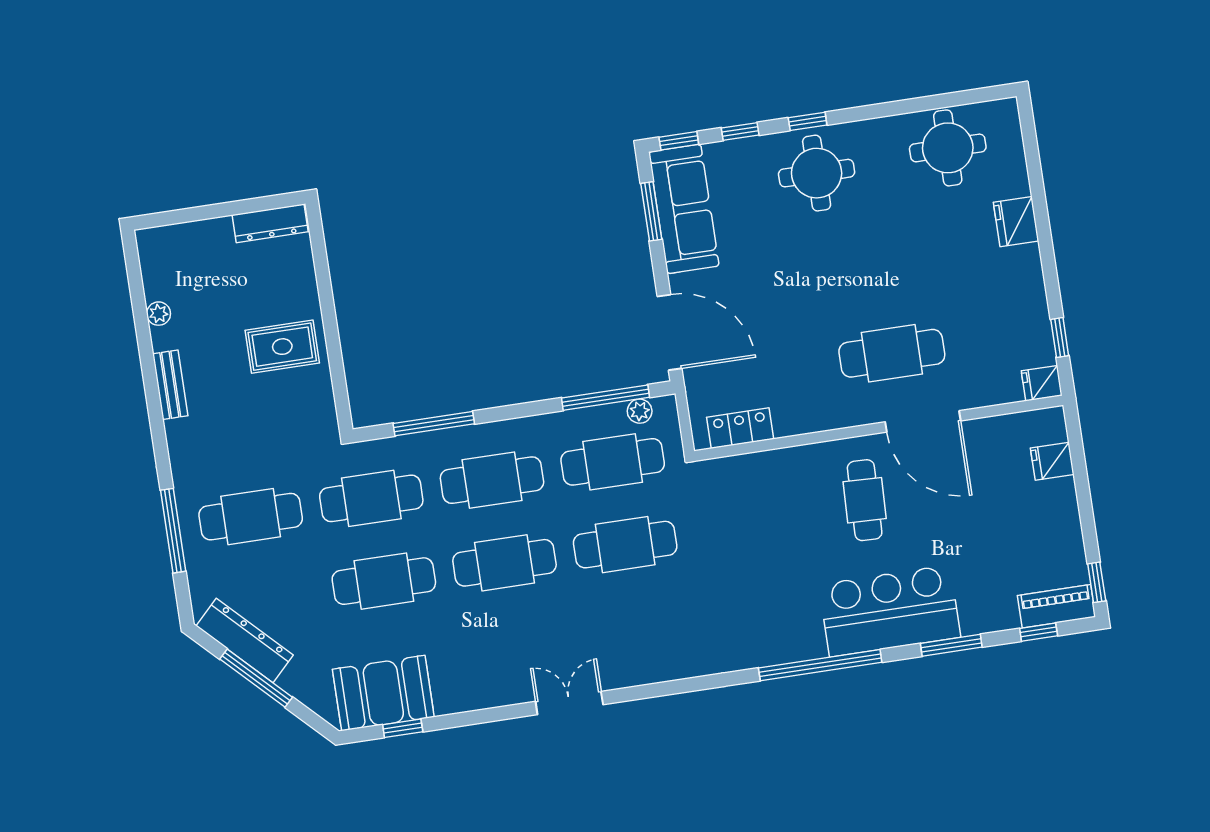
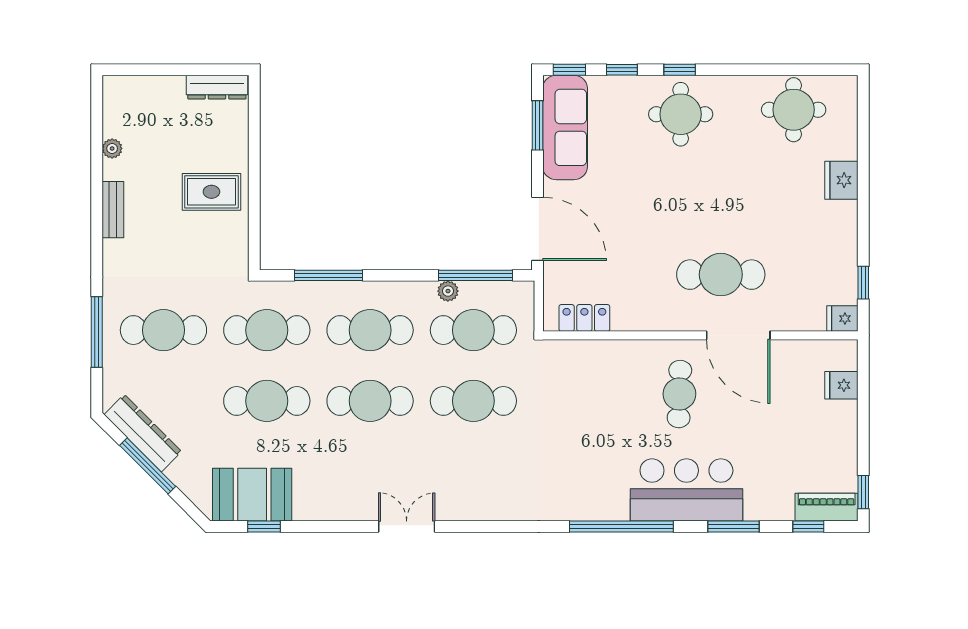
plant: (640, 411) -> (448, 291), moved

